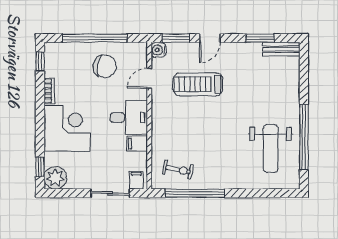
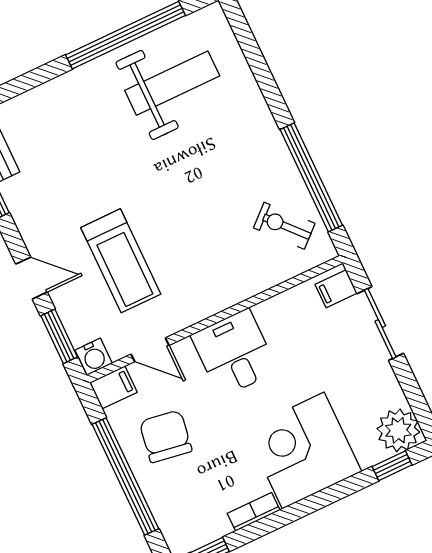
filing cabinet: (137, 144) -> (113, 387), moved, turned -90
exercise bike: (178, 170) -> (284, 226), turned -53

